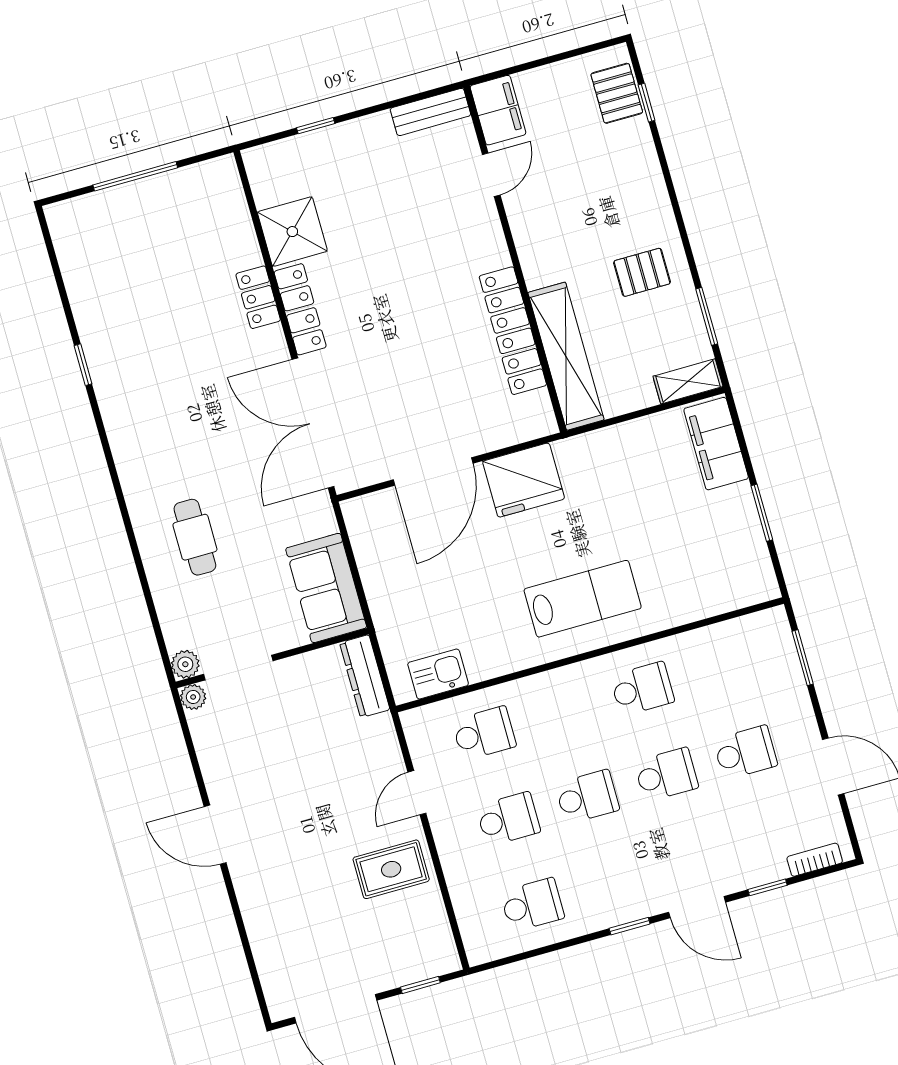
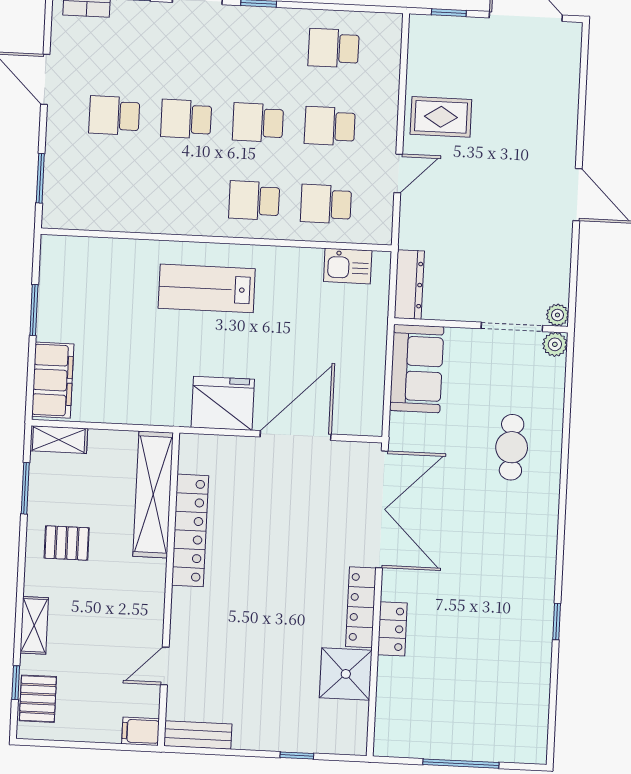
filing cabinet: (498, 110) -> (141, 731), width x0.50
shelving: (647, 171) -> (34, 625), added
school desk: (642, 689) -> (254, 201), moved

